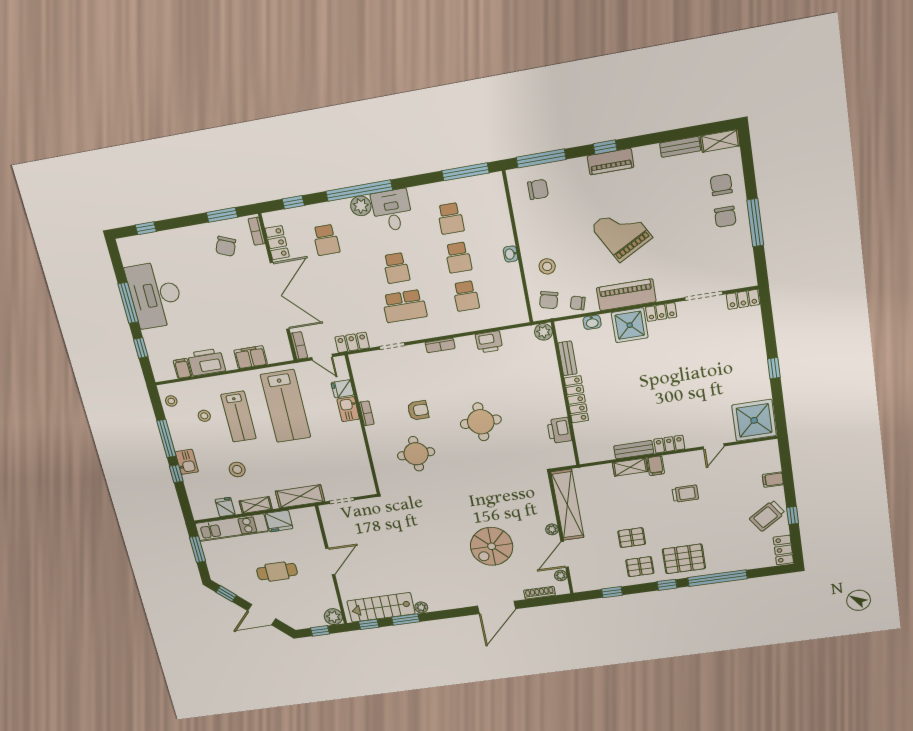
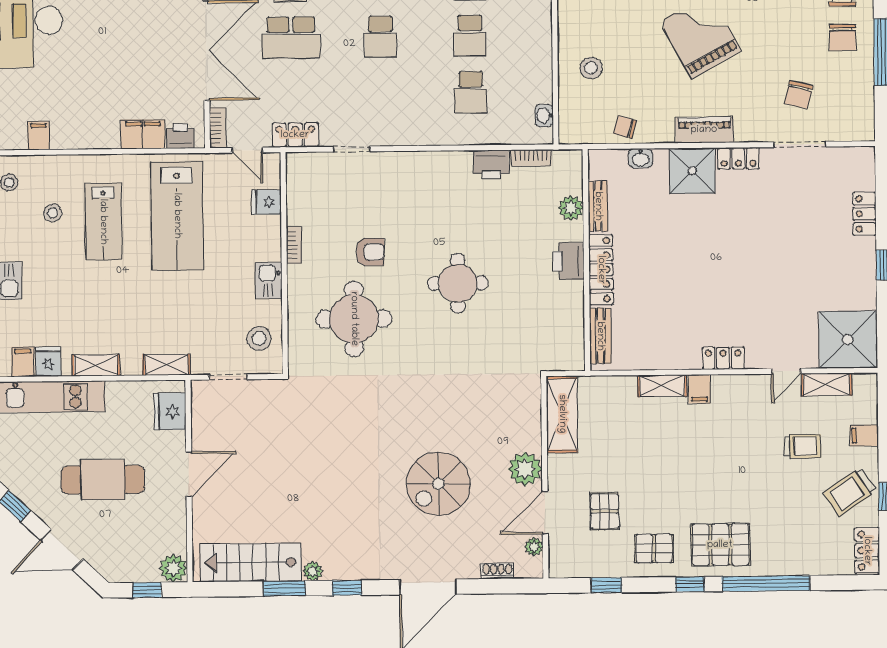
washbasin: (511, 254) -> (544, 116), moved
piano: (626, 295) -> (704, 130), width x0.73, depth x0.75
locker: (743, 299) -> (864, 214), moved, turned 90
chair: (549, 300) -> (798, 95), moved
school desk: (404, 306) -> (291, 38), moved
plant: (543, 332) -> (571, 208), moved
bookcase: (440, 345) -> (531, 158), moved
printer: (206, 362) -> (180, 136), moved, width x0.53, depth x0.68
kitchen sink: (348, 409) -> (269, 280), moved
printer: (559, 430) -> (568, 261), moved
bench: (634, 450) -> (600, 336), moved, turned 90
shelving: (743, 451) -> (826, 384), added
round table: (416, 454) -> (354, 319), width x1.36, depth x1.36
stool: (237, 469) -> (259, 338), moved
trolley: (685, 494) -> (803, 446), moved
shelving: (300, 496) -> (166, 365), width x0.67, depth x0.75
shelving: (567, 505) -> (562, 414), width x0.68
filing cabinet: (209, 509) -> (23, 362), added
fridge: (279, 521) -> (170, 411), moved, turned 90
plant: (552, 529) -> (525, 469), width x1.87, depth x1.87
pallet: (632, 538) -> (605, 511), moved, turned 90
cafe table: (277, 572) -> (103, 480), width x1.37, depth x1.35
shoe rack: (539, 593) -> (497, 571), width x0.70
window: (369, 624) -> (347, 588), moved

